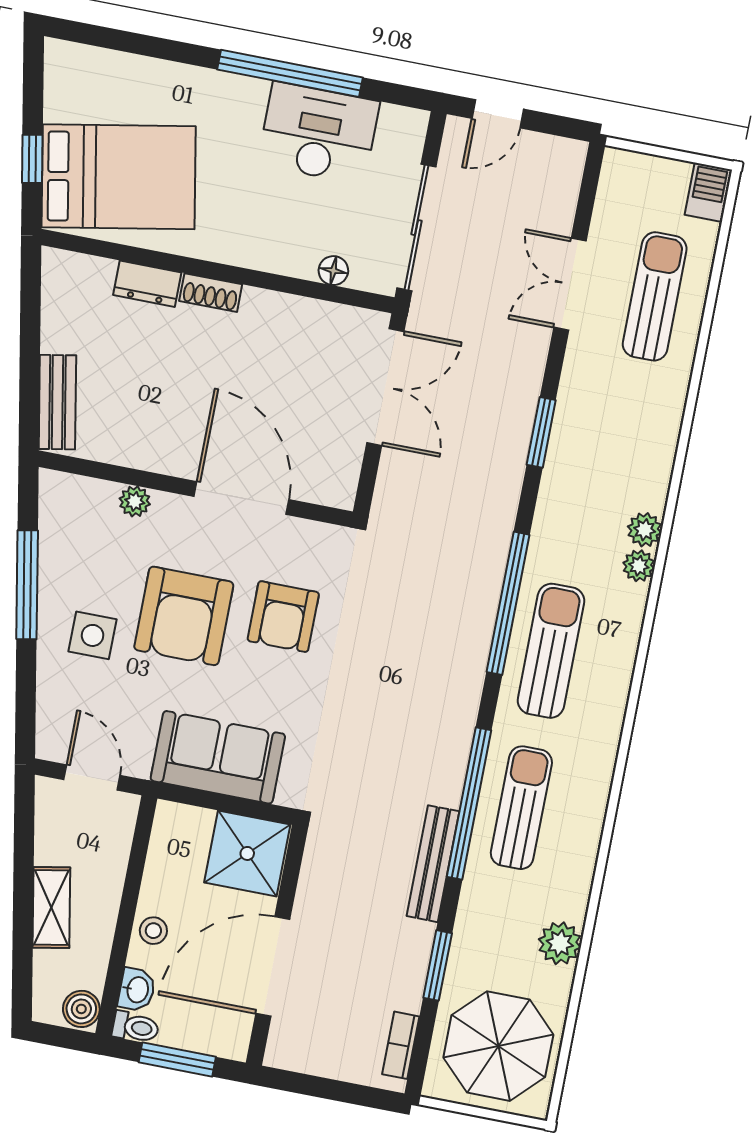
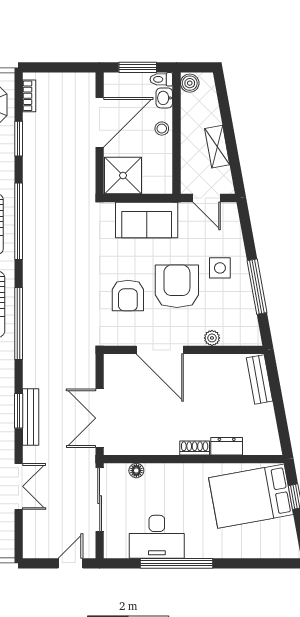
armchair: (283, 617) -> (128, 295), turned 180
bench: (433, 864) -> (31, 417), moved
shelving: (51, 908) -> (217, 147), moved

